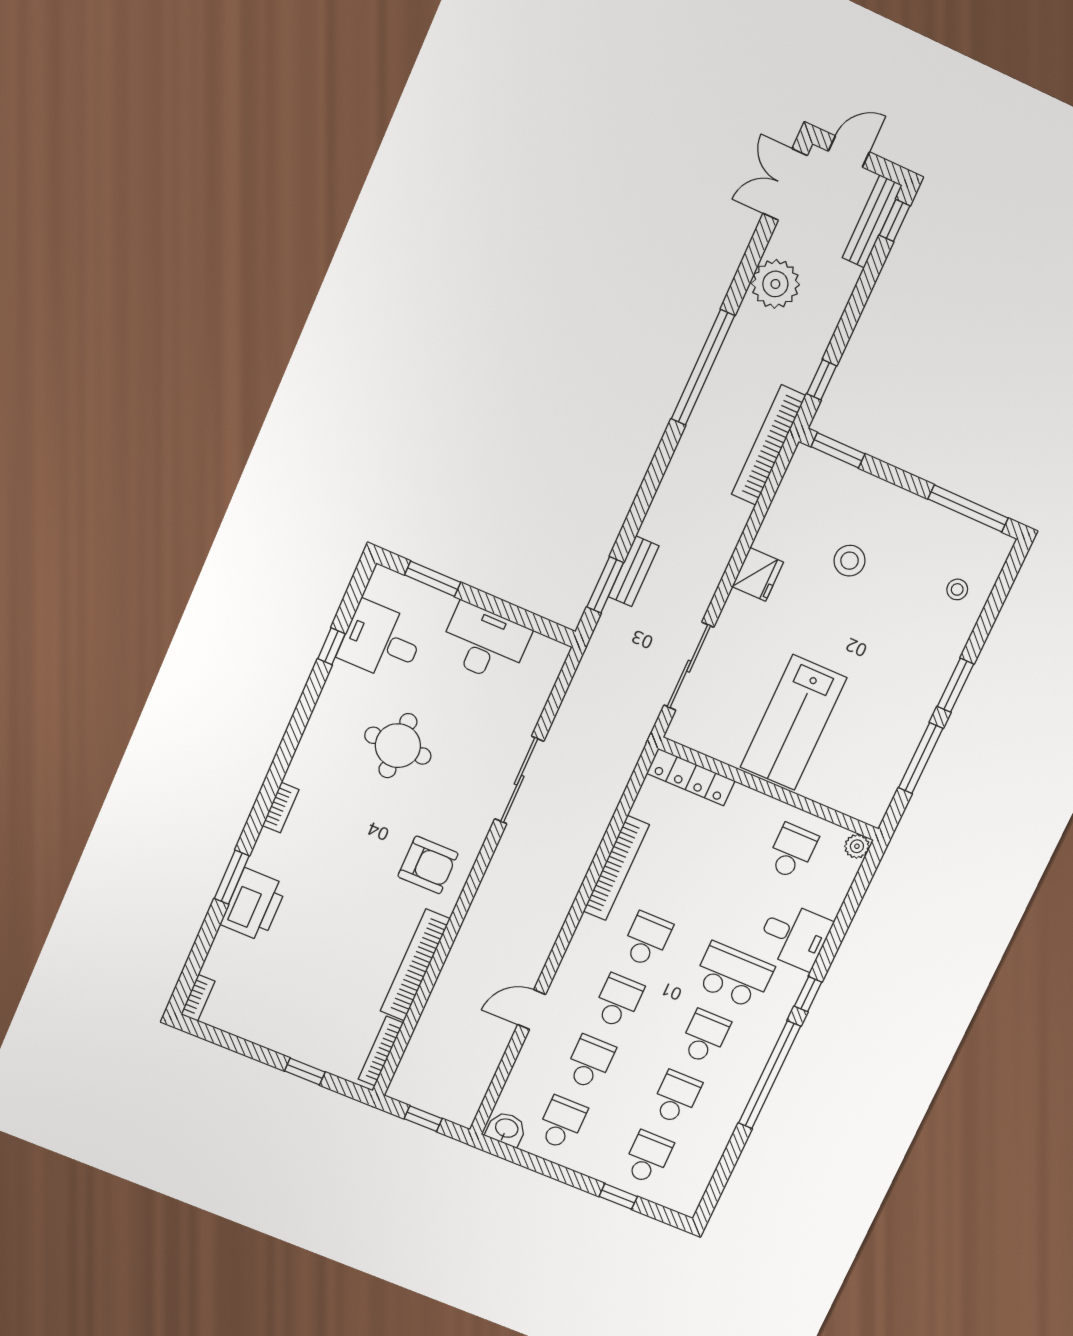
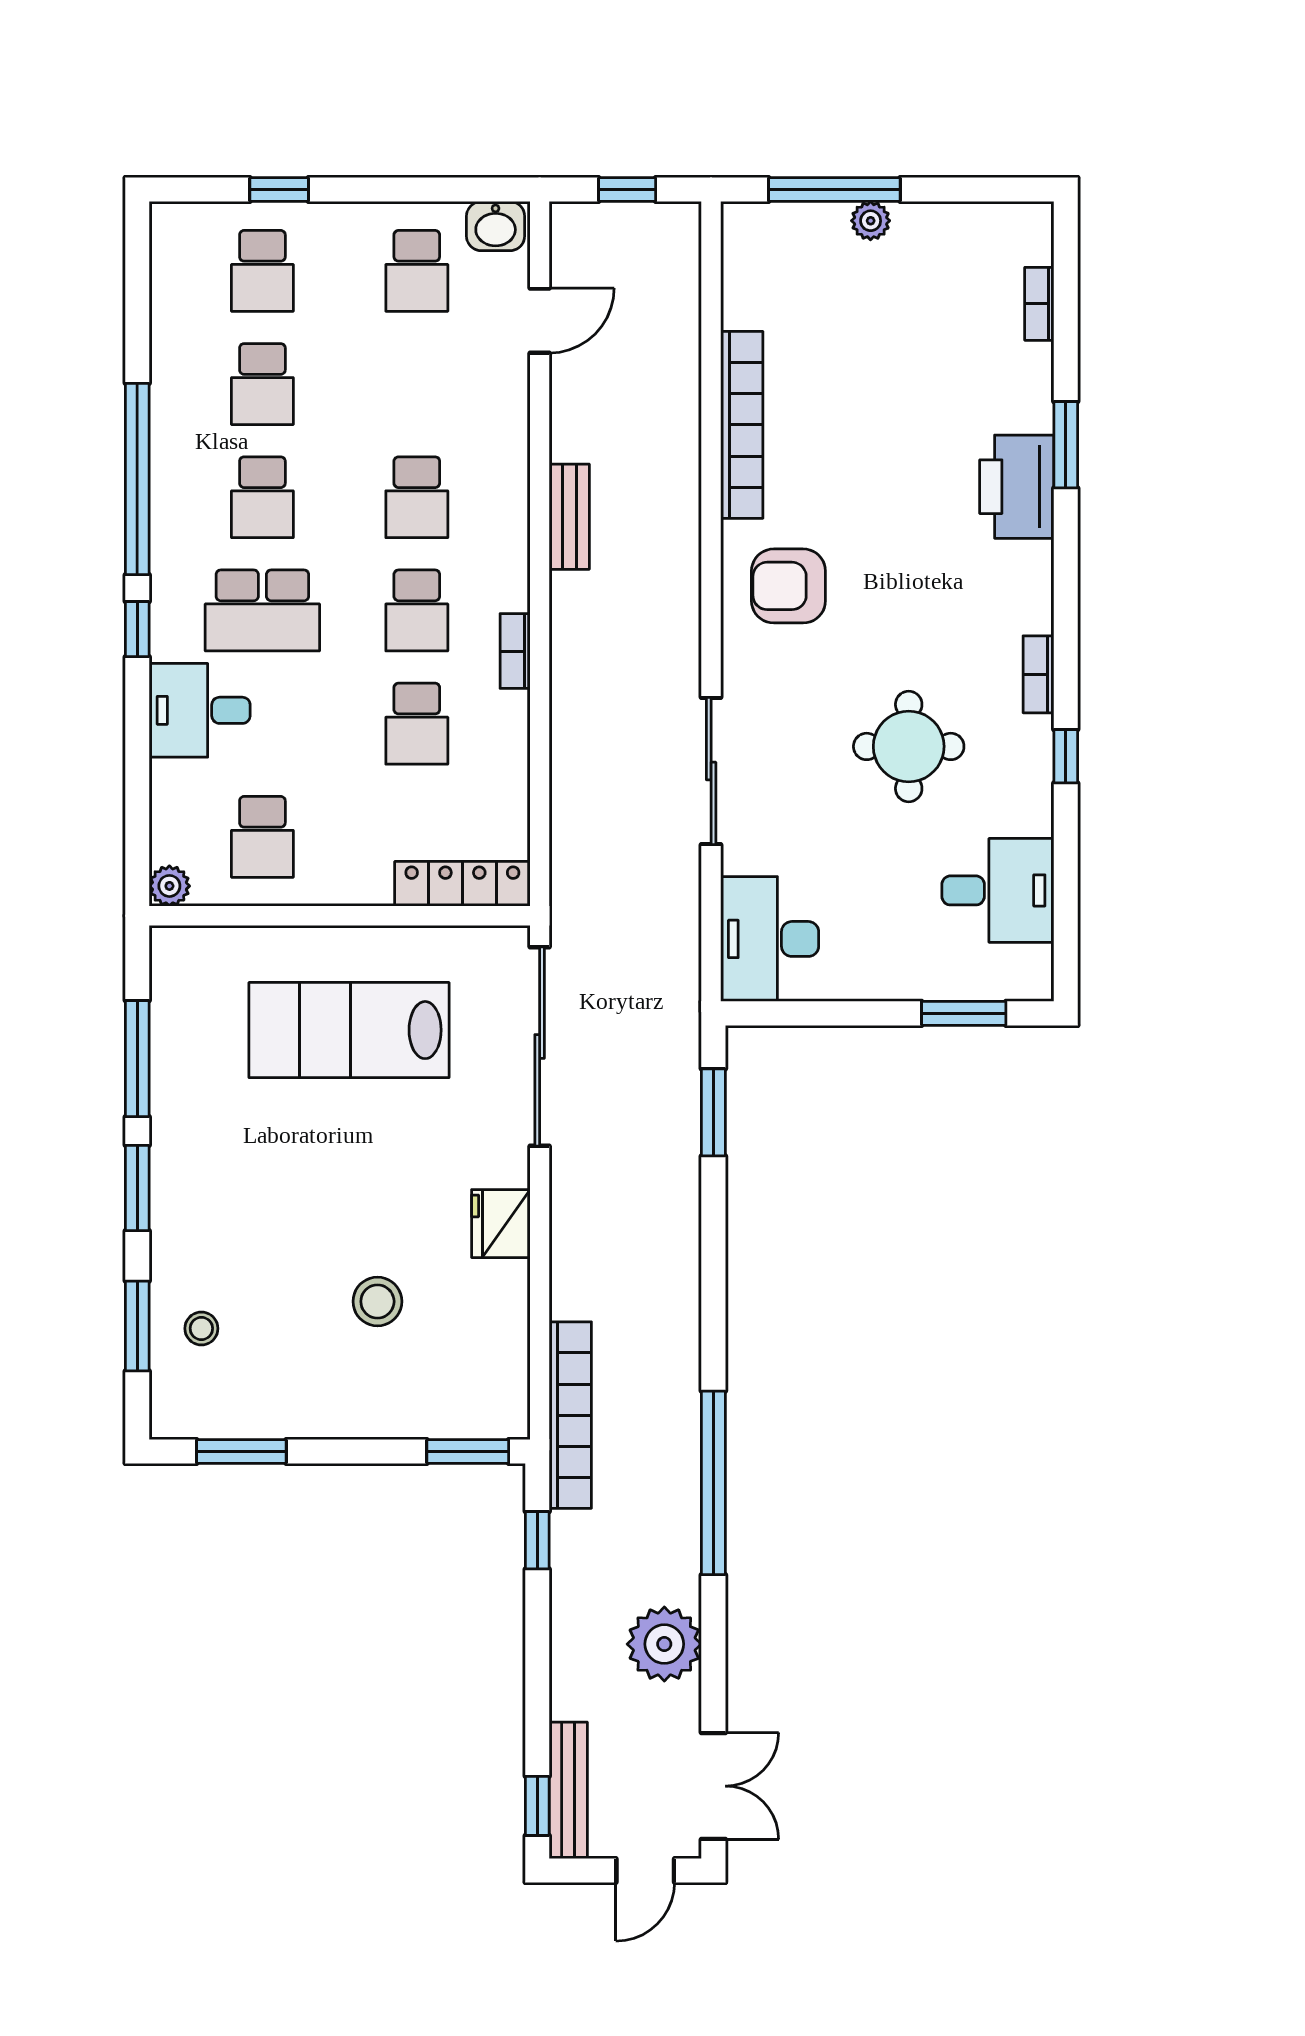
window: (968, 508) -> (241, 1451), width x0.69
bench: (634, 571) -> (569, 517), moved
window: (993, 607) -> (137, 1326), added
desk: (485, 643) -> (770, 939), moved, turned 90
window: (332, 646) -> (1066, 756), moved
sliding door: (689, 666) -> (540, 1047), width x1.36
lab bench: (794, 723) -> (349, 1030), turned -90
bookcase: (281, 808) -> (1038, 674), moved
bookcase: (616, 868) -> (515, 651), width x0.43, depth x0.76
printer: (254, 905) -> (1017, 487), moved
bookcase: (198, 998) -> (1039, 304), moved
door: (532, 1010) -> (540, 321), moved
plant: (291, 1046) -> (871, 221), added
bookcase: (381, 1051) -> (735, 269), removed
school desk: (590, 1062) -> (417, 724), moved
window: (305, 1071) -> (834, 190), width x2.17

